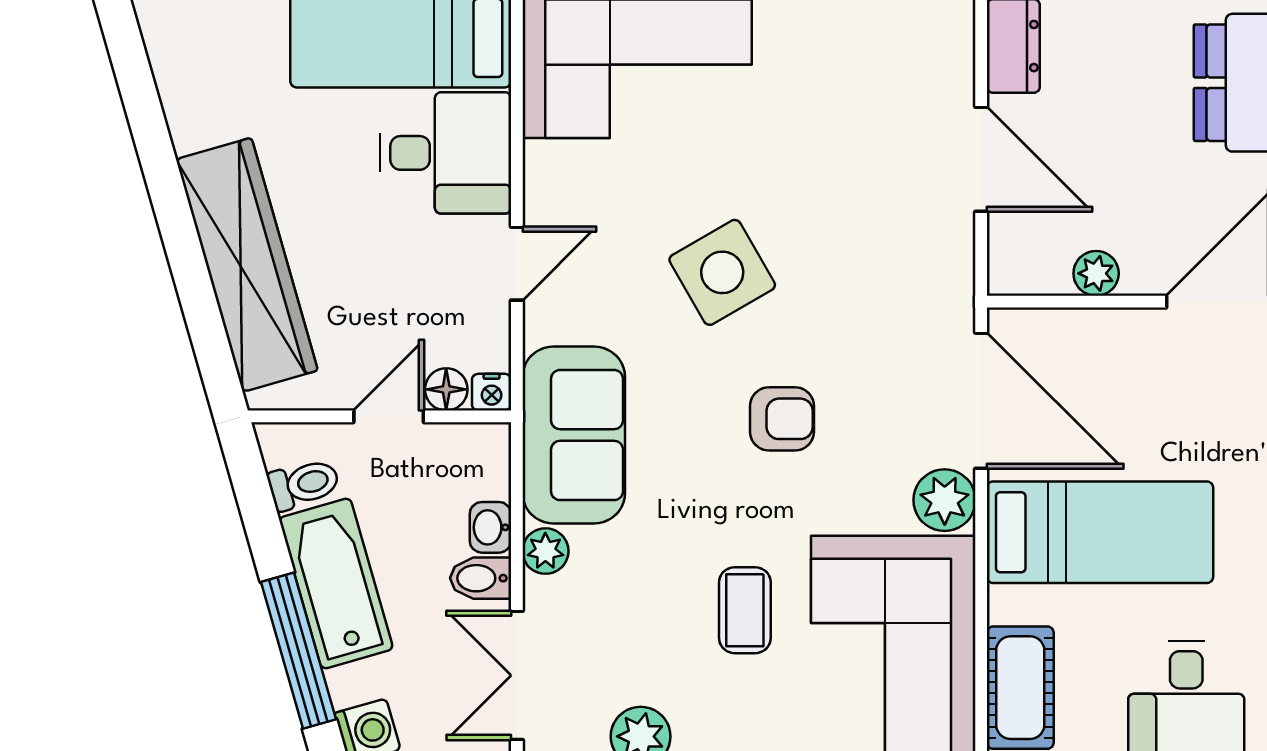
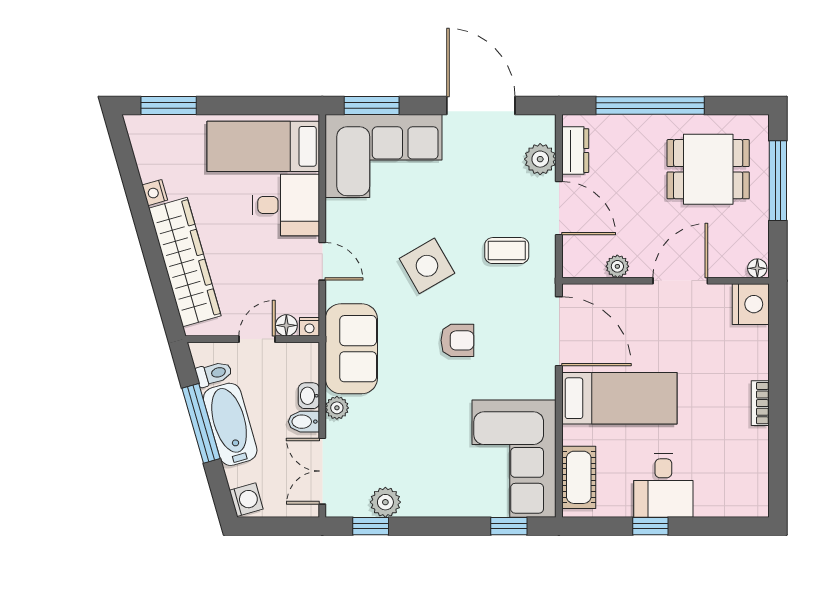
nightstand: (188, 129) -> (155, 193), added
door: (517, 264) -> (322, 261), hinge flipped
plant: (945, 500) -> (540, 159), moved
coffee table: (745, 610) -> (507, 251), moved, turned 90
window: (298, 651) -> (201, 423), moved

